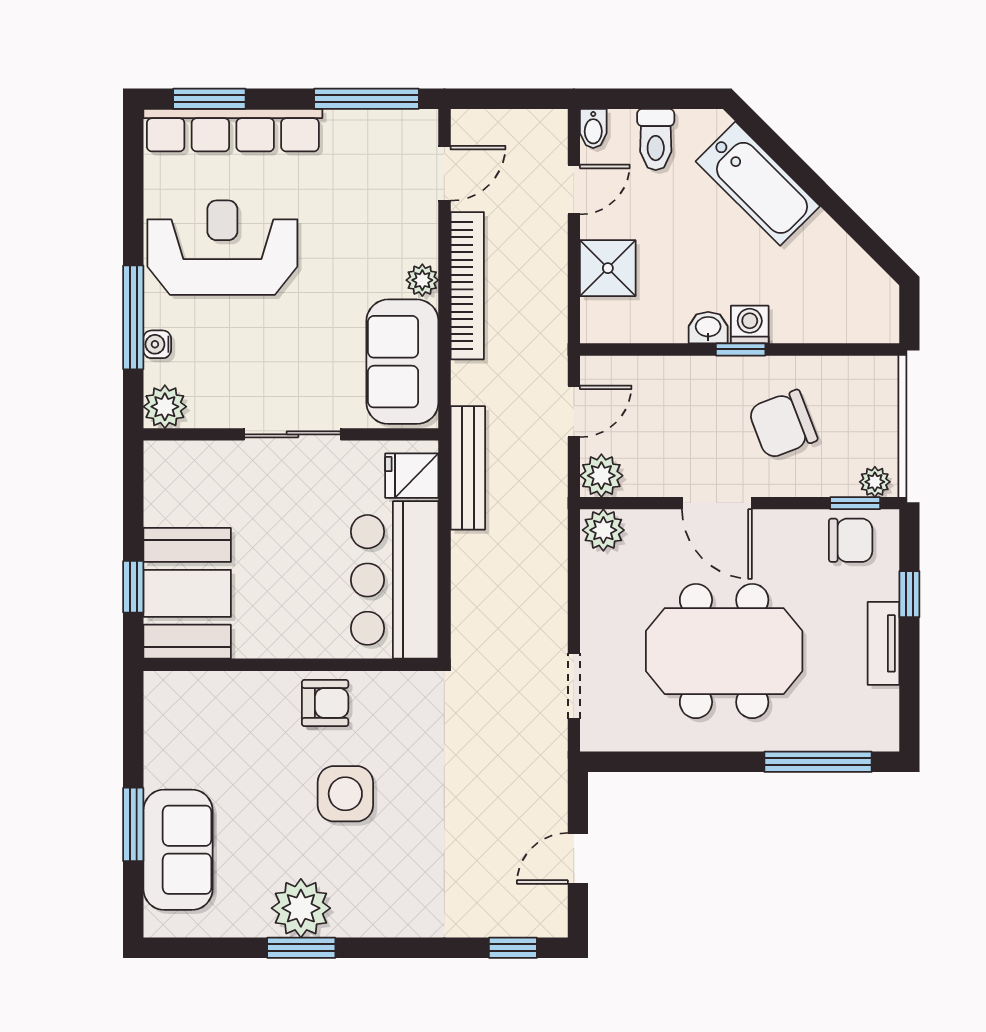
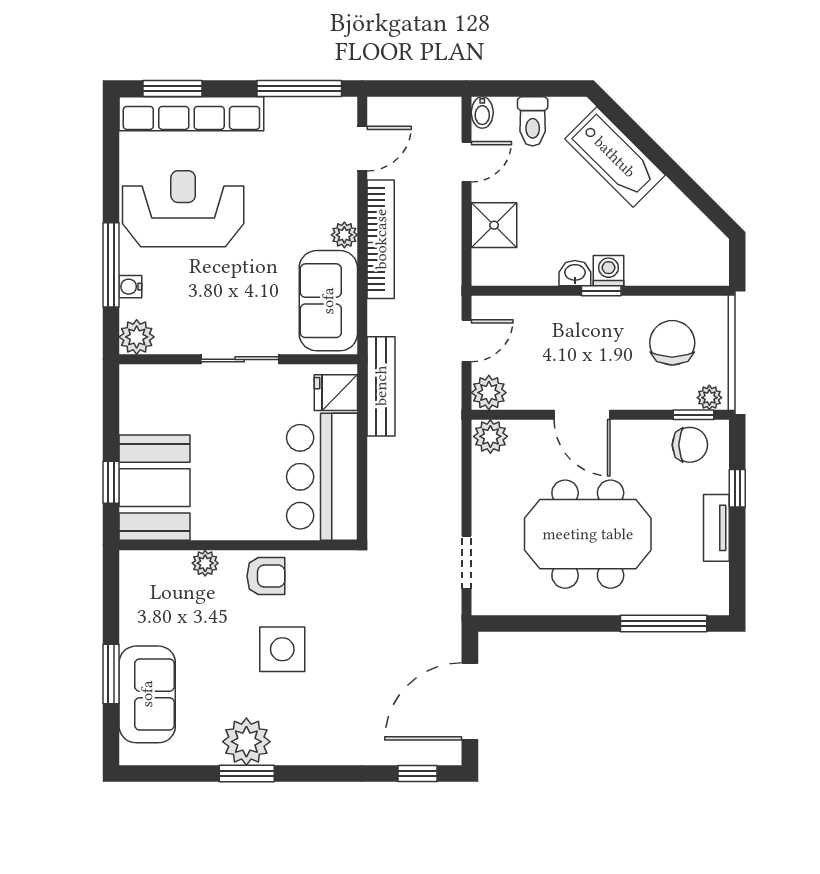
chair: (783, 424) -> (672, 343), moved, turned 111
plant: (250, 687) -> (205, 563), added
door: (578, 858) -> (470, 701), width x1.87

